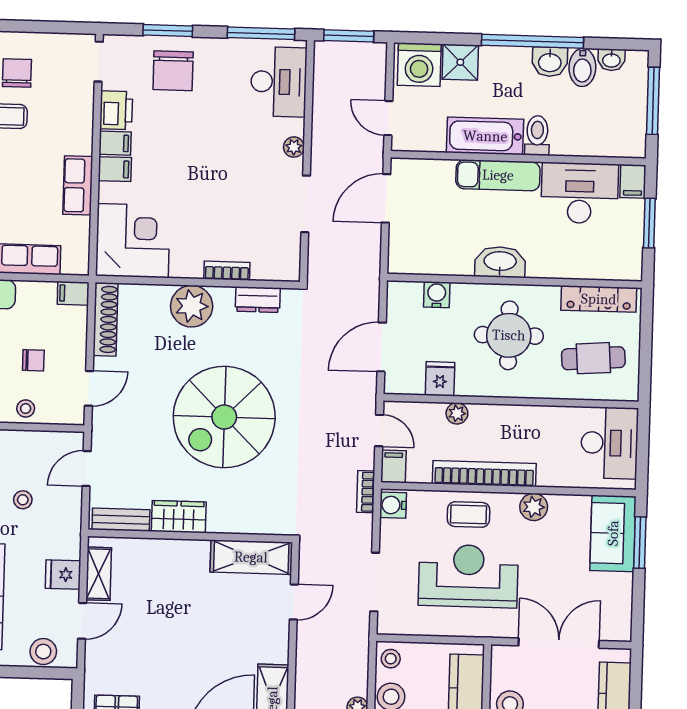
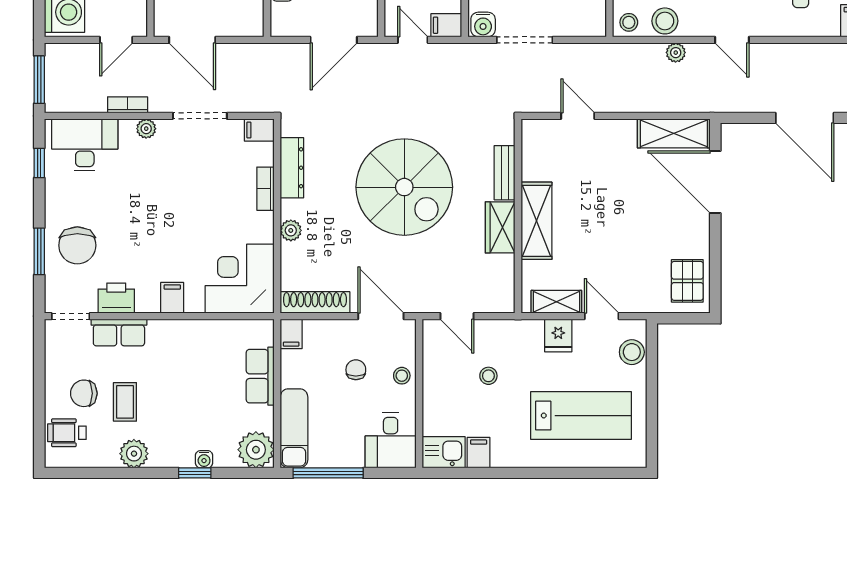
window: (261, 33) -> (39, 163), width x0.46
chair: (173, 71) -> (77, 245), turned 90
filing cabinet: (115, 143) -> (259, 130), moved, turned -90
row of seats: (78, 185) -> (119, 333), moved
dresser: (258, 300) -> (292, 168), width x1.44
plant: (192, 306) -> (291, 230), width x0.53, depth x0.53
door: (382, 347) -> (334, 40), hinge flipped
door: (89, 388) -> (381, 316), width x1.38
door: (379, 431) -> (413, 40), hinge flipped
bookcase: (366, 492) -> (128, 105), moved, turned 180
bench: (121, 520) -> (505, 173), moved
shelving: (251, 557) -> (536, 221), moved
doorway: (375, 582) -> (525, 40), moved

